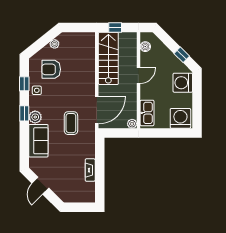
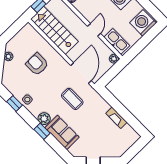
armchair: (51, 69) -> (37, 64), moved, turned 90
door: (138, 76) -> (94, 30), moved
window: (24, 113) -> (42, 131), moved

